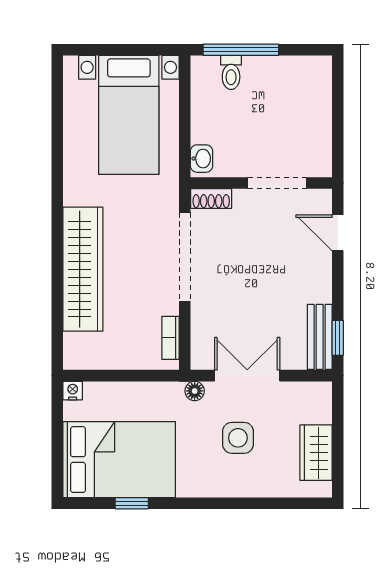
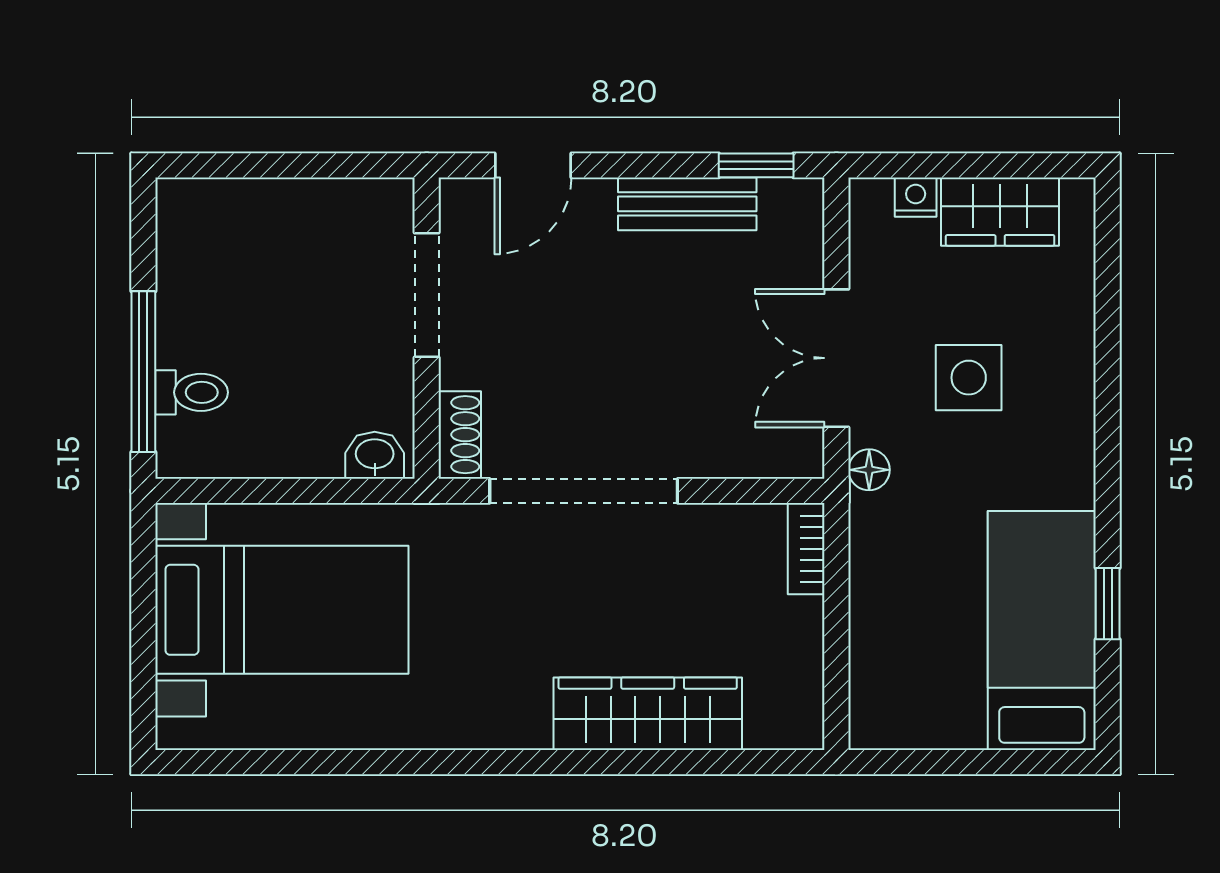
wardrobe: (83, 269) -> (648, 714), width x0.71, depth x0.85
bench: (320, 337) -> (687, 204), moved
bookcase: (170, 338) -> (806, 549), moved, turned 90
nightstand: (73, 391) -> (916, 197), moved, turned 90
bed: (119, 460) -> (1042, 630), width x0.67

